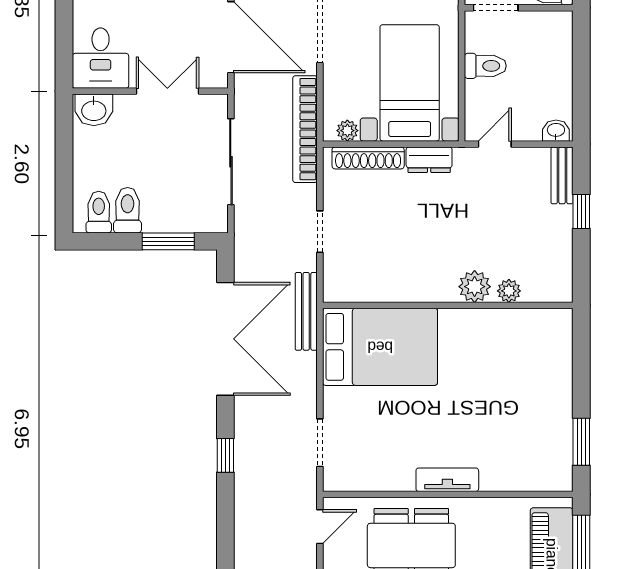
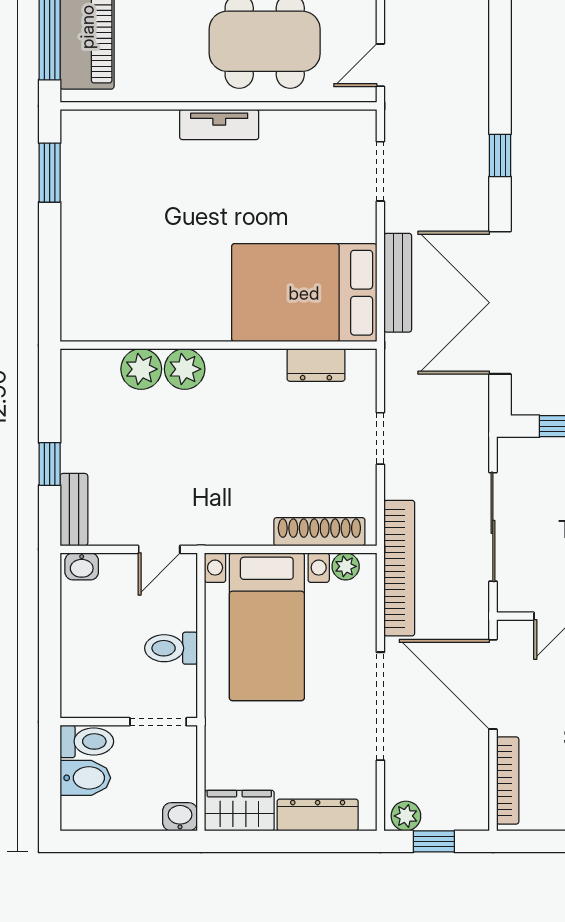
dresser: (429, 160) -> (316, 365), moved, turned 180
plant: (509, 291) -> (141, 369), width x1.38, depth x1.38
bench: (306, 311) -> (398, 283), moved

